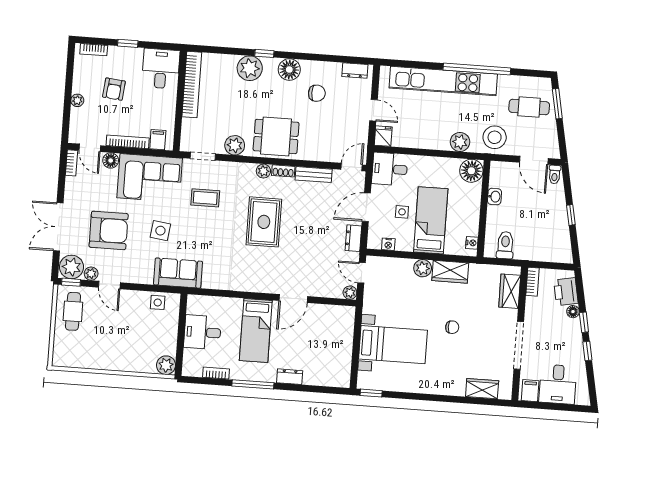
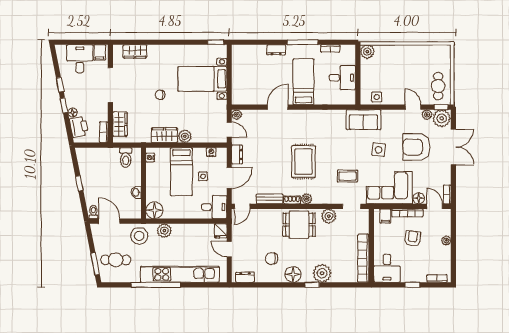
armchair: (114, 89) -> (413, 238), moved

